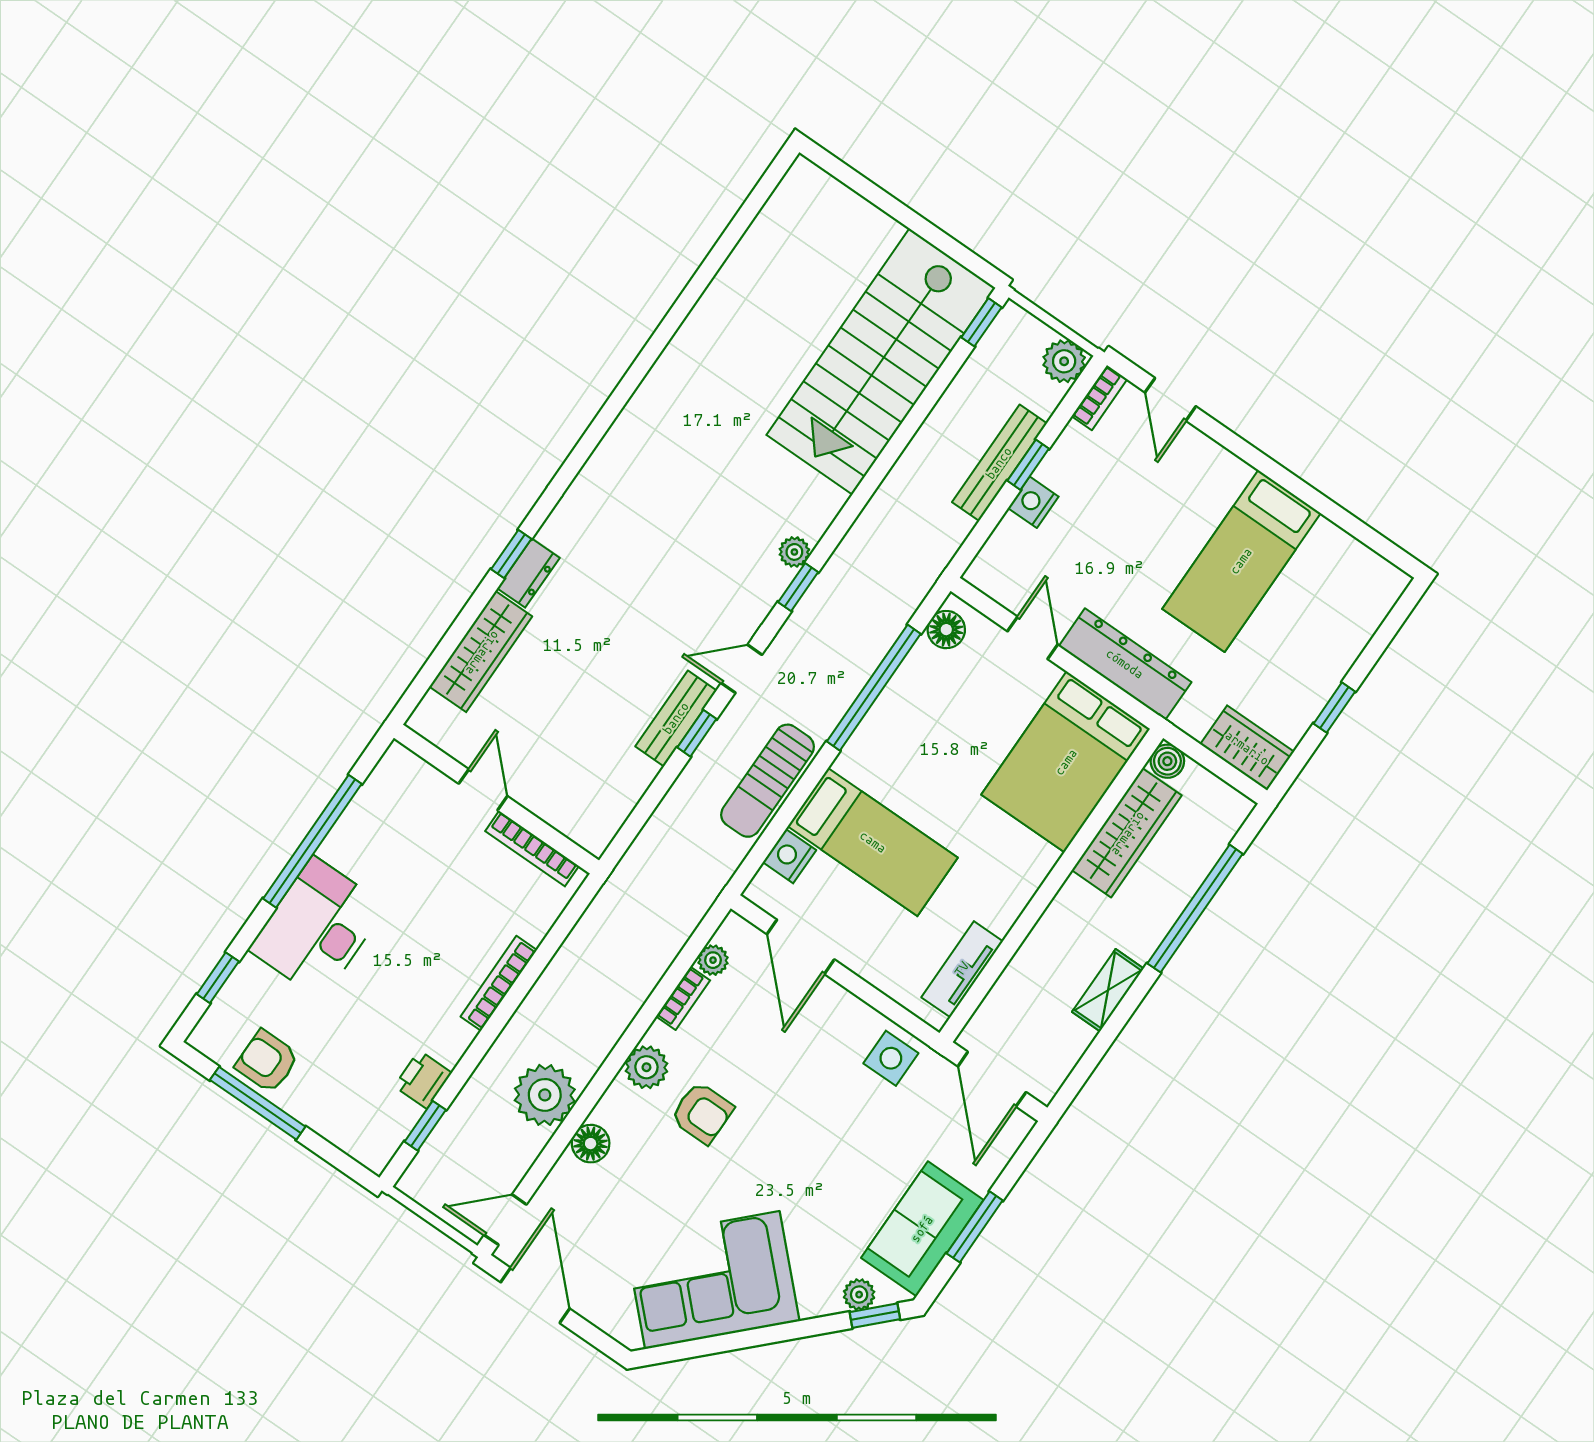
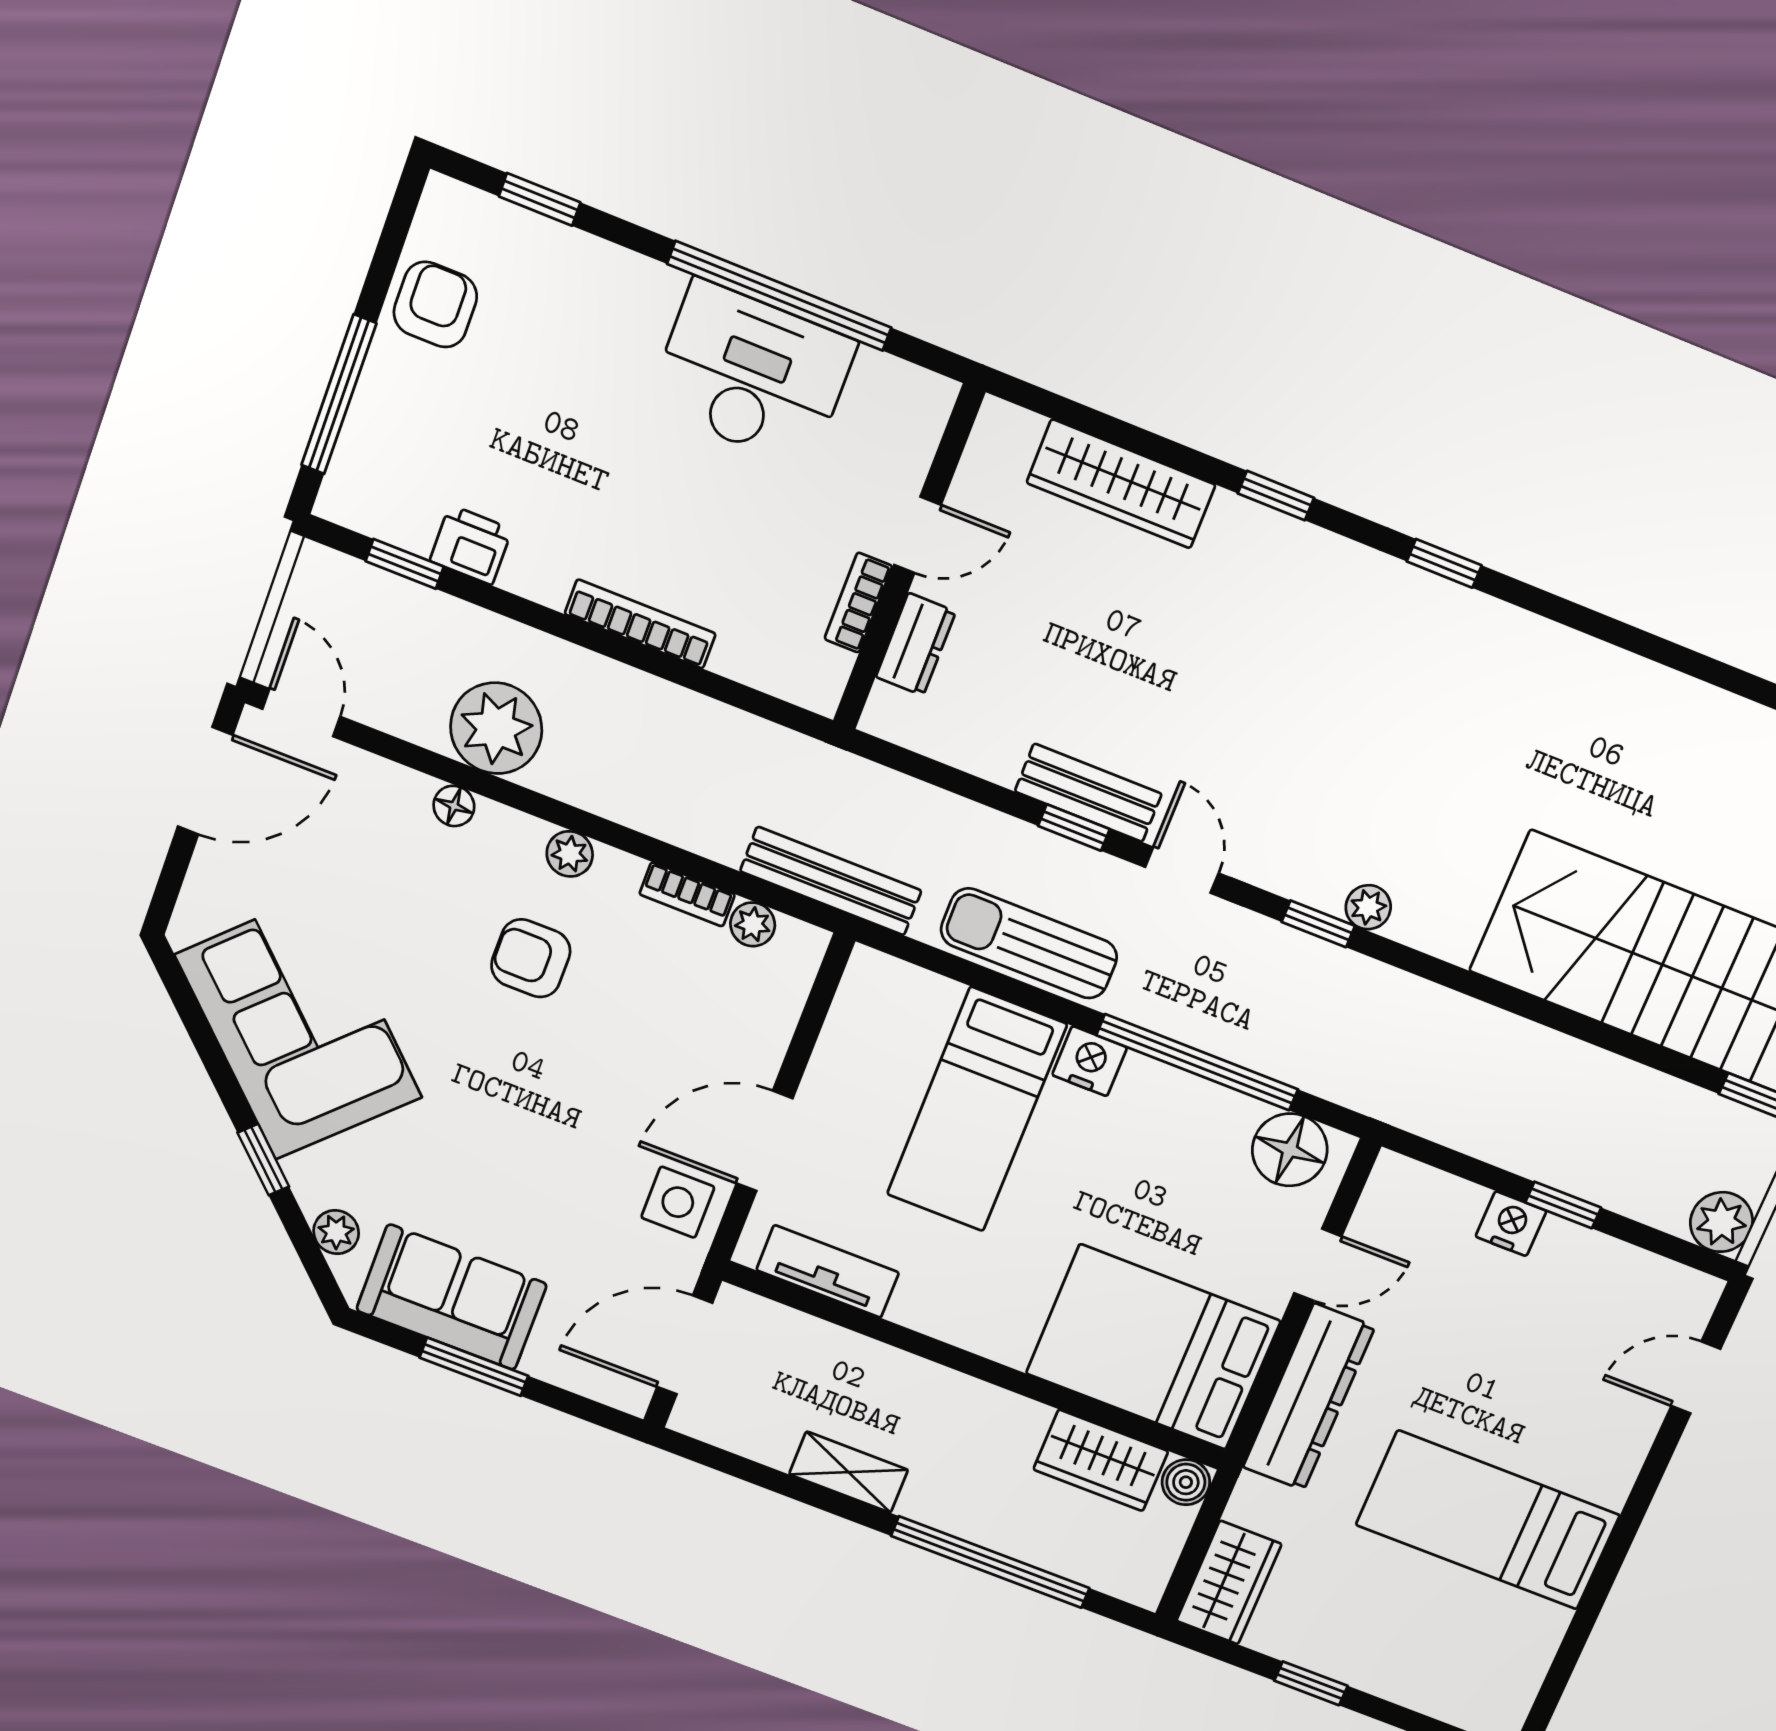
bookcase: (1099, 398) -> (1679, 1281), removed
window: (580, 455) -> (1444, 563), added
bench: (999, 463) -> (831, 881), moved
dresser: (528, 573) -> (916, 644), moved, turned -90
floor lamp: (946, 630) -> (1290, 1150), width x1.38, depth x1.38
wardrobe: (1127, 833) -> (1101, 1460), width x0.67
bookcase: (532, 849) -> (858, 603), width x0.64
nightstand: (789, 856) -> (1090, 1061), moved
desk: (317, 928) -> (752, 374), moved
door: (801, 947) -> (765, 1141), moved
plant: (646, 1067) -> (570, 854), width x0.73, depth x0.73
window: (258, 1103) -> (339, 394), moved
armchair: (702, 1113) -> (531, 958), turned 90
floor lamp: (591, 1144) -> (454, 806), width x0.73, depth x0.73
window: (875, 1316) -> (263, 1160), moved

